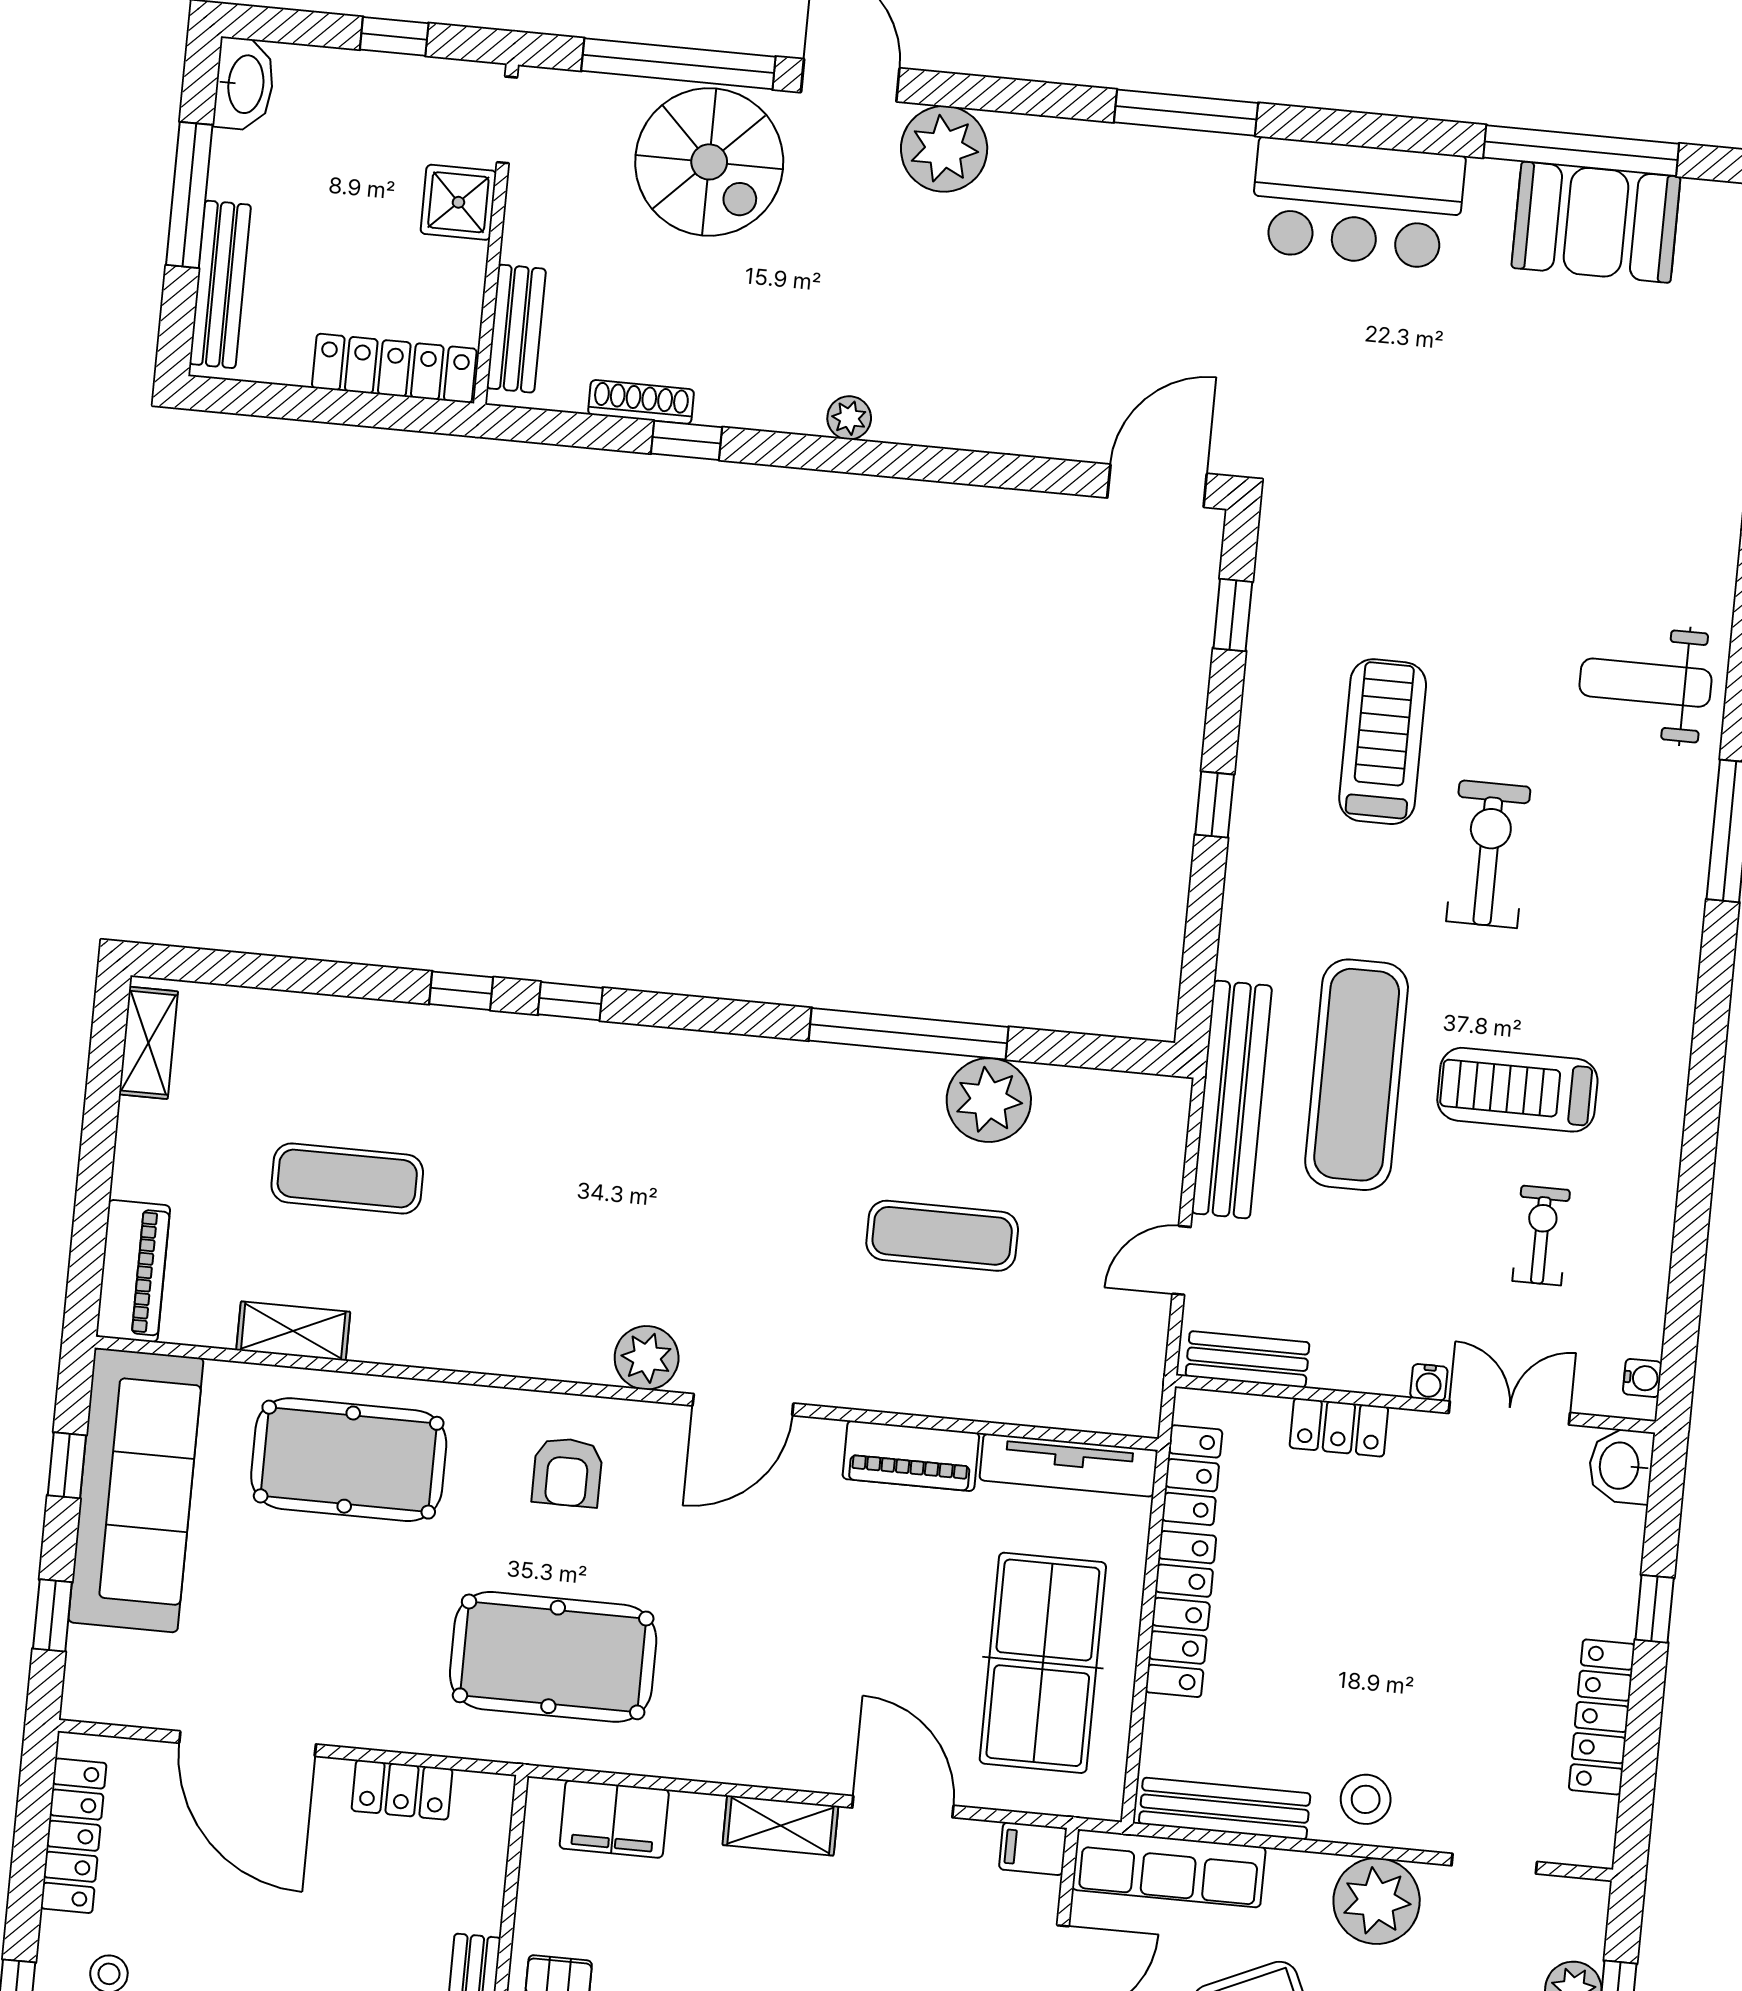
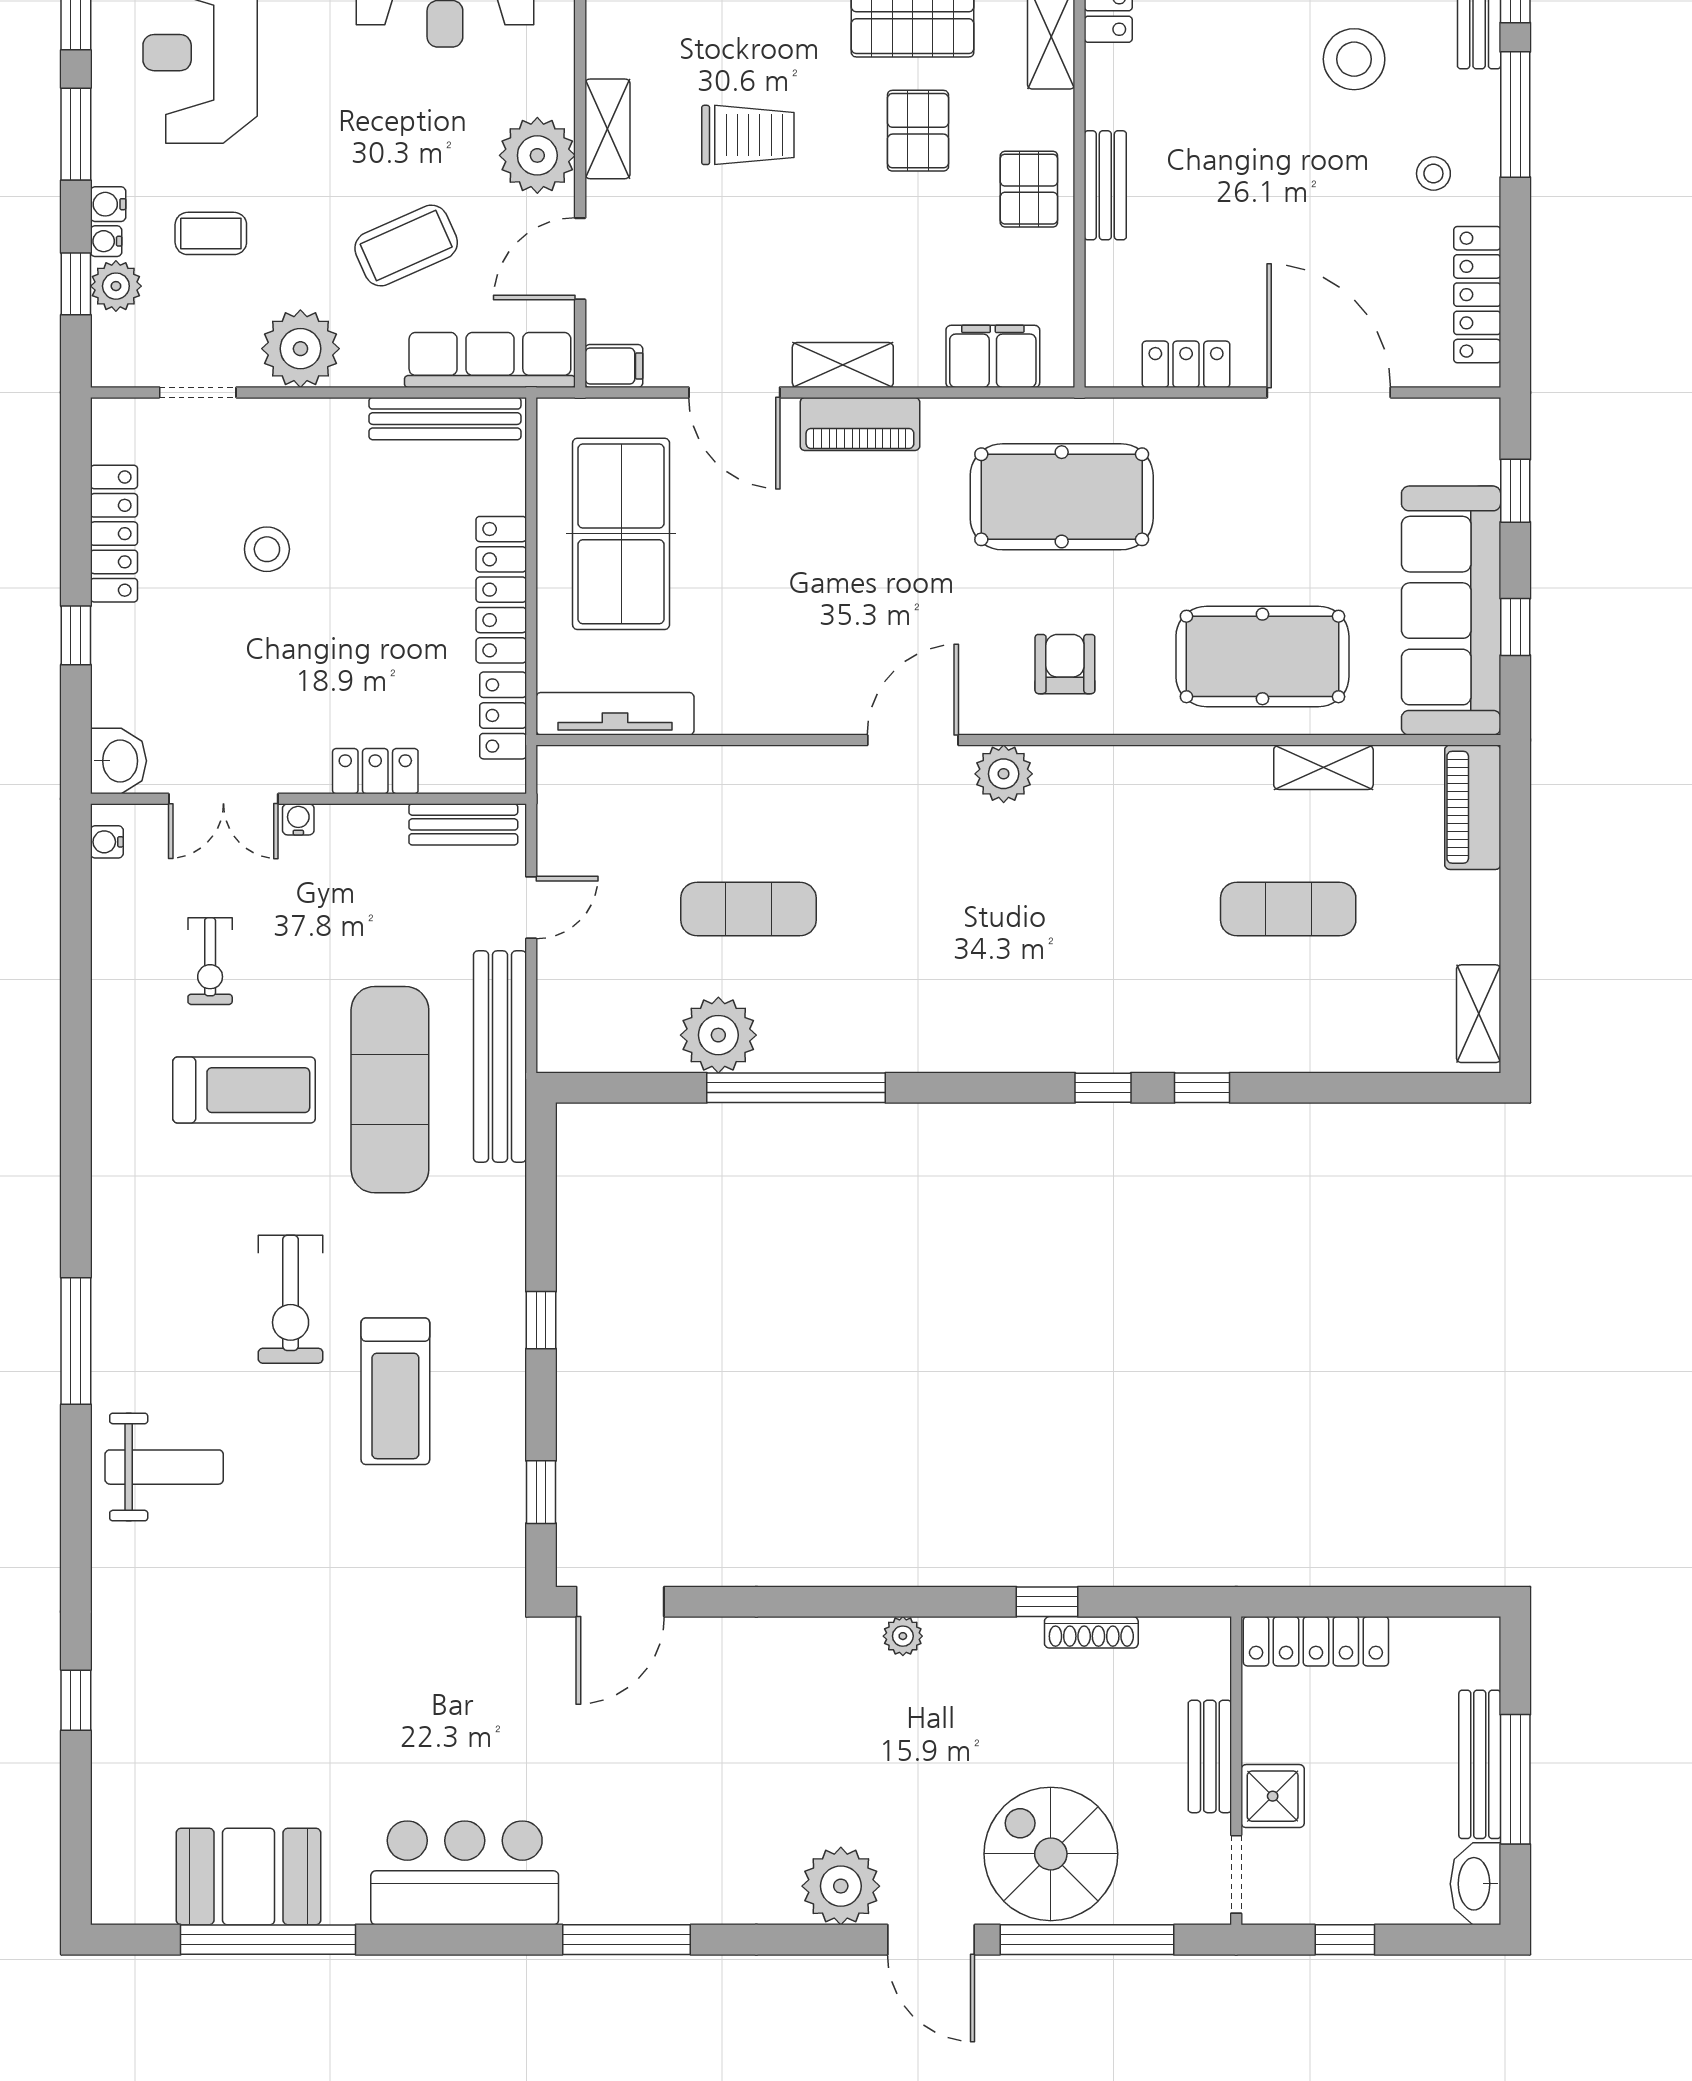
bench: (220, 284) -> (1480, 1764), moved
bench: (516, 329) -> (1210, 1756), moved
piano: (911, 1456) -> (860, 424), moved, turned 180
stool: (1366, 1799) -> (267, 549), moved

